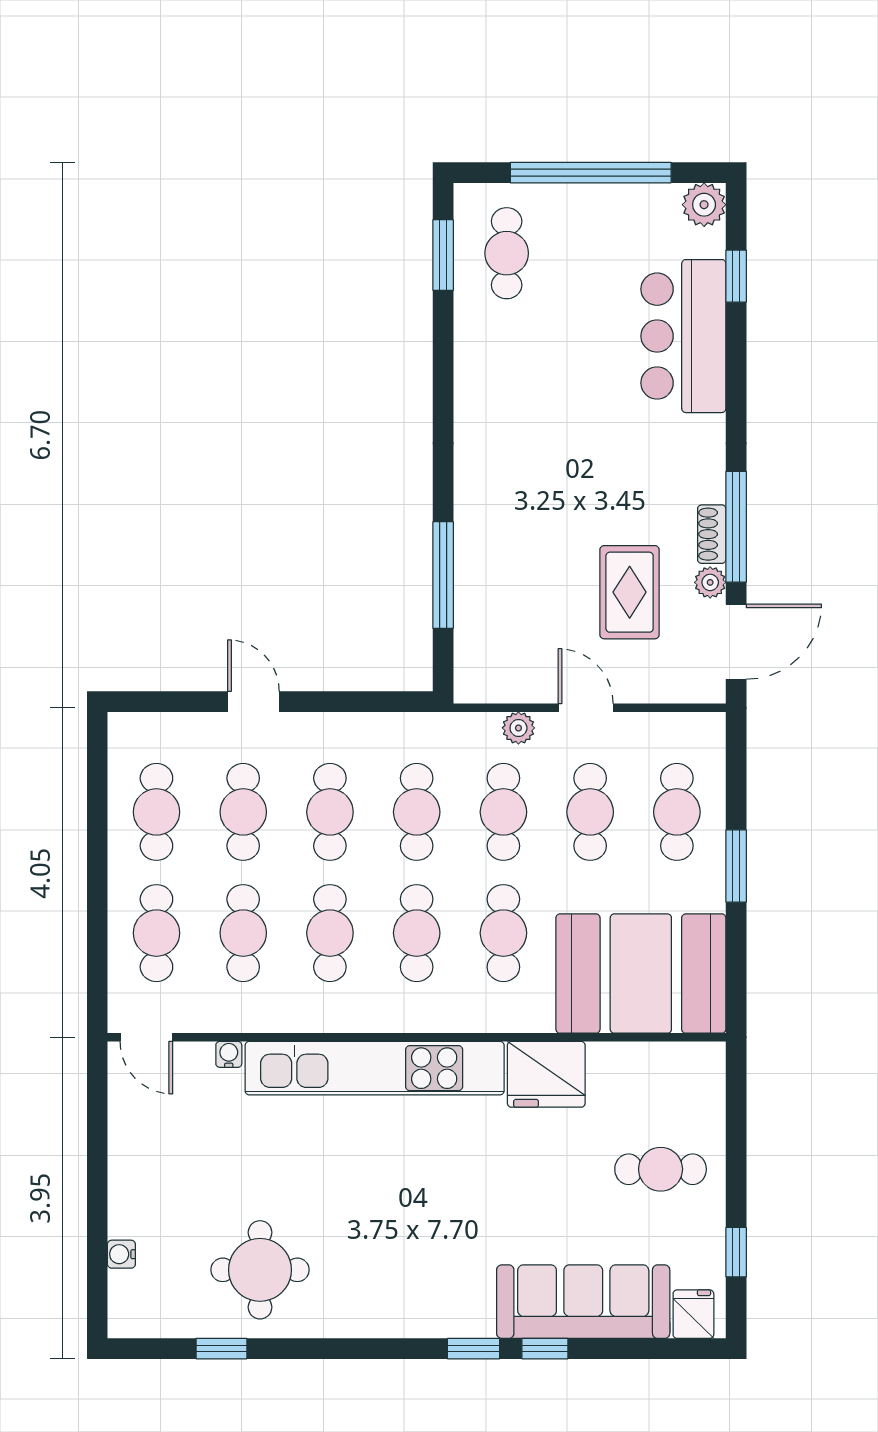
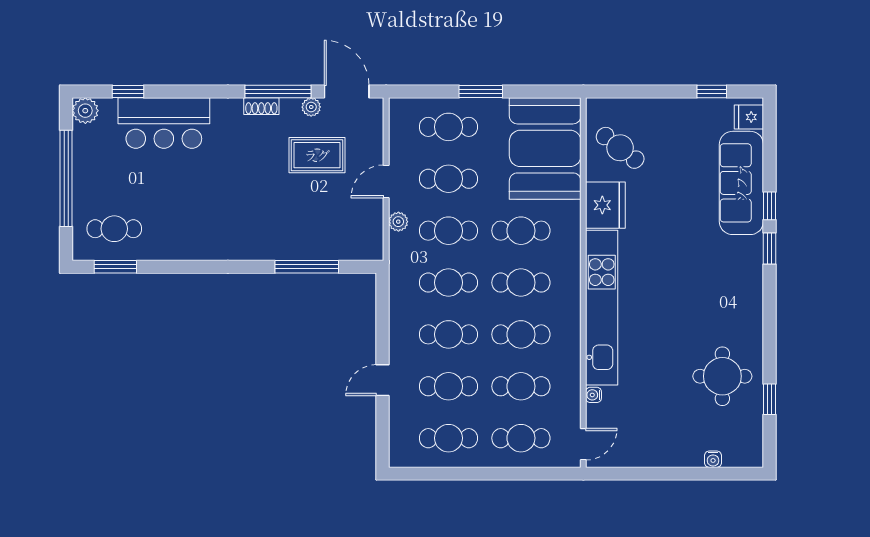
shoe rack: (712, 534) -> (261, 106), moved
cafe table: (661, 1169) -> (620, 148), moved, turned -52

